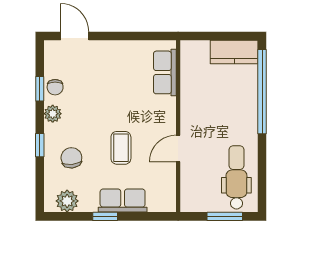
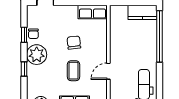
row of seats: (165, 72) -> (92, 12), moved, turned -90
plant: (53, 114) -> (37, 55), width x1.87, depth x1.87
chair: (71, 158) -> (74, 43), moved

